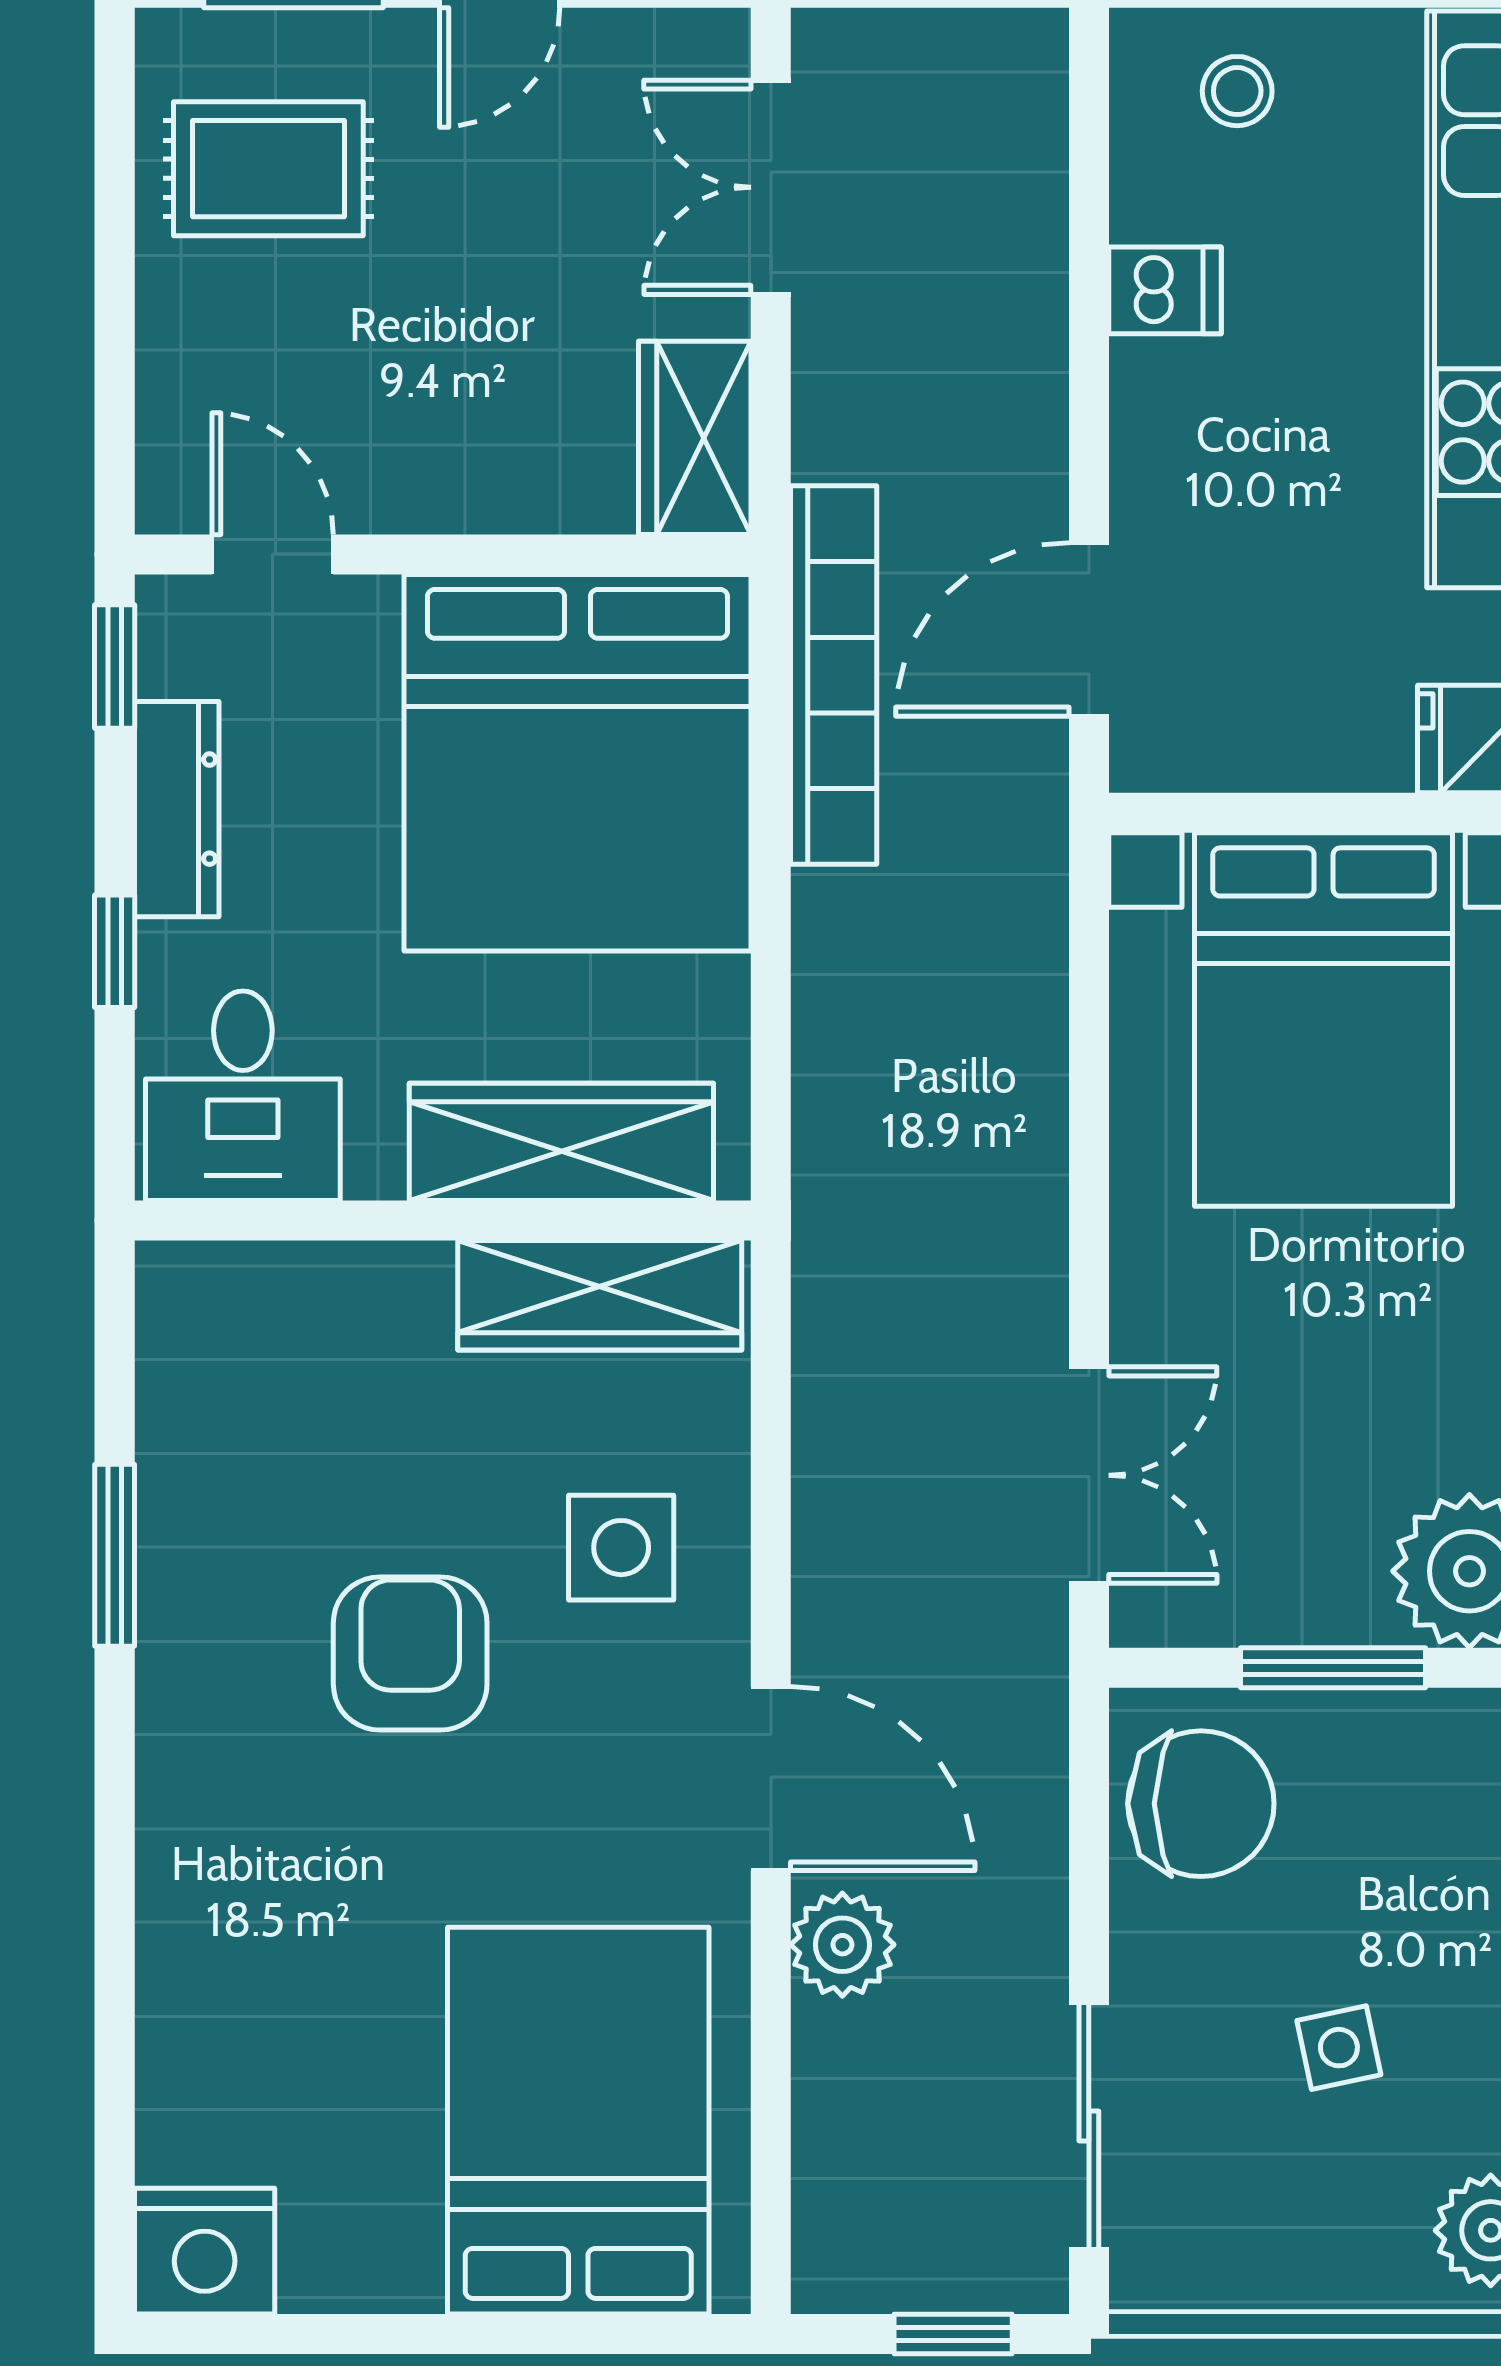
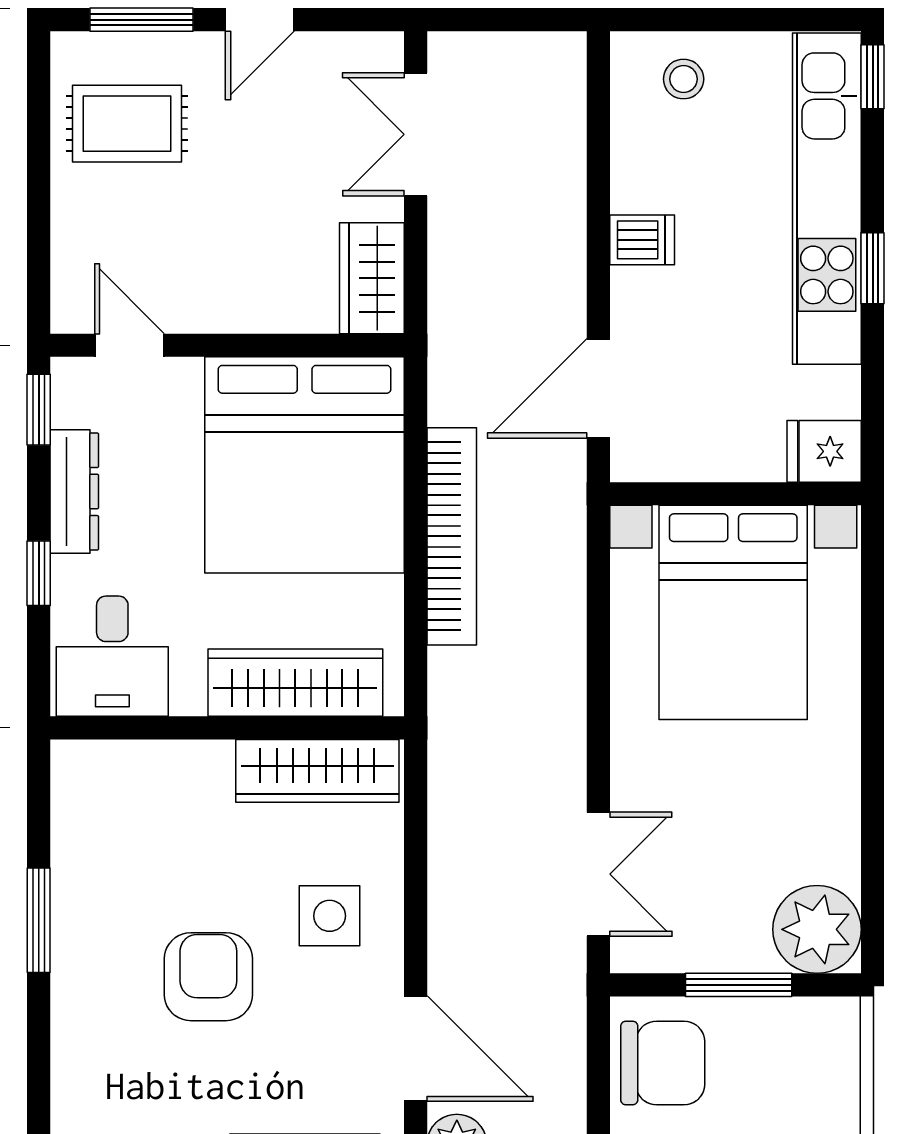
dishwasher: (1165, 290) -> (642, 240), moved
bookcase: (834, 675) -> (452, 536), moved

